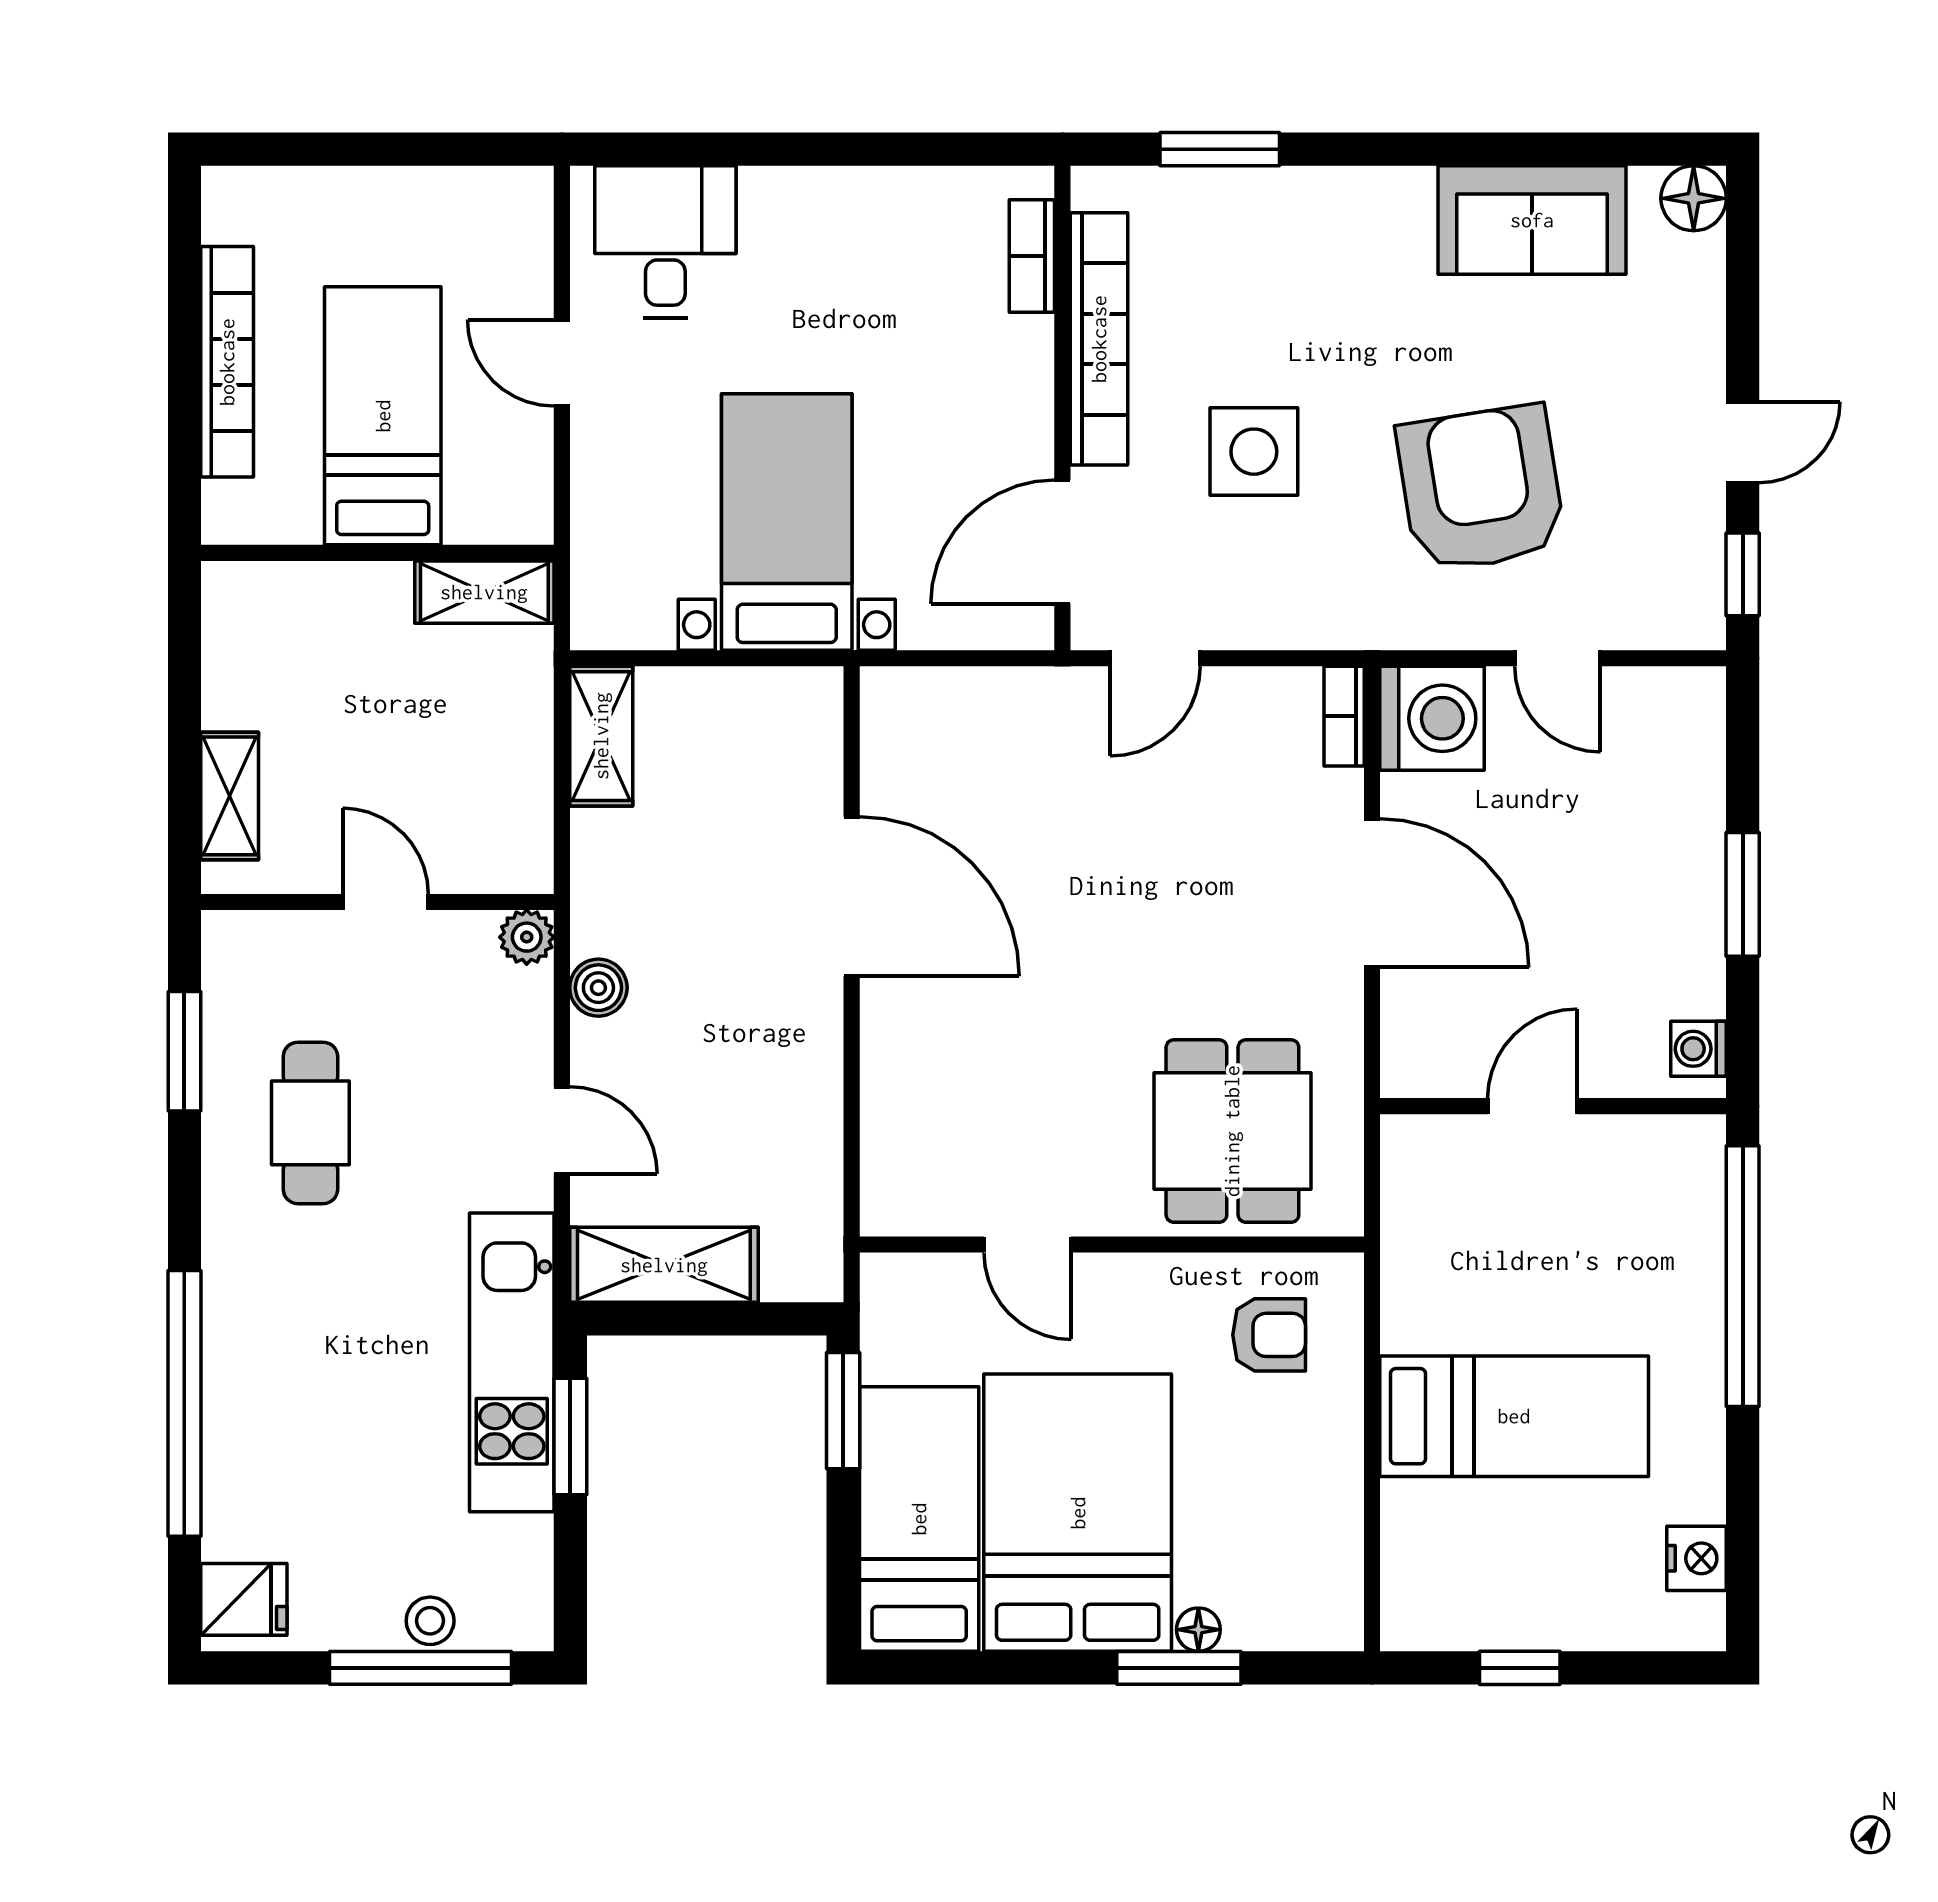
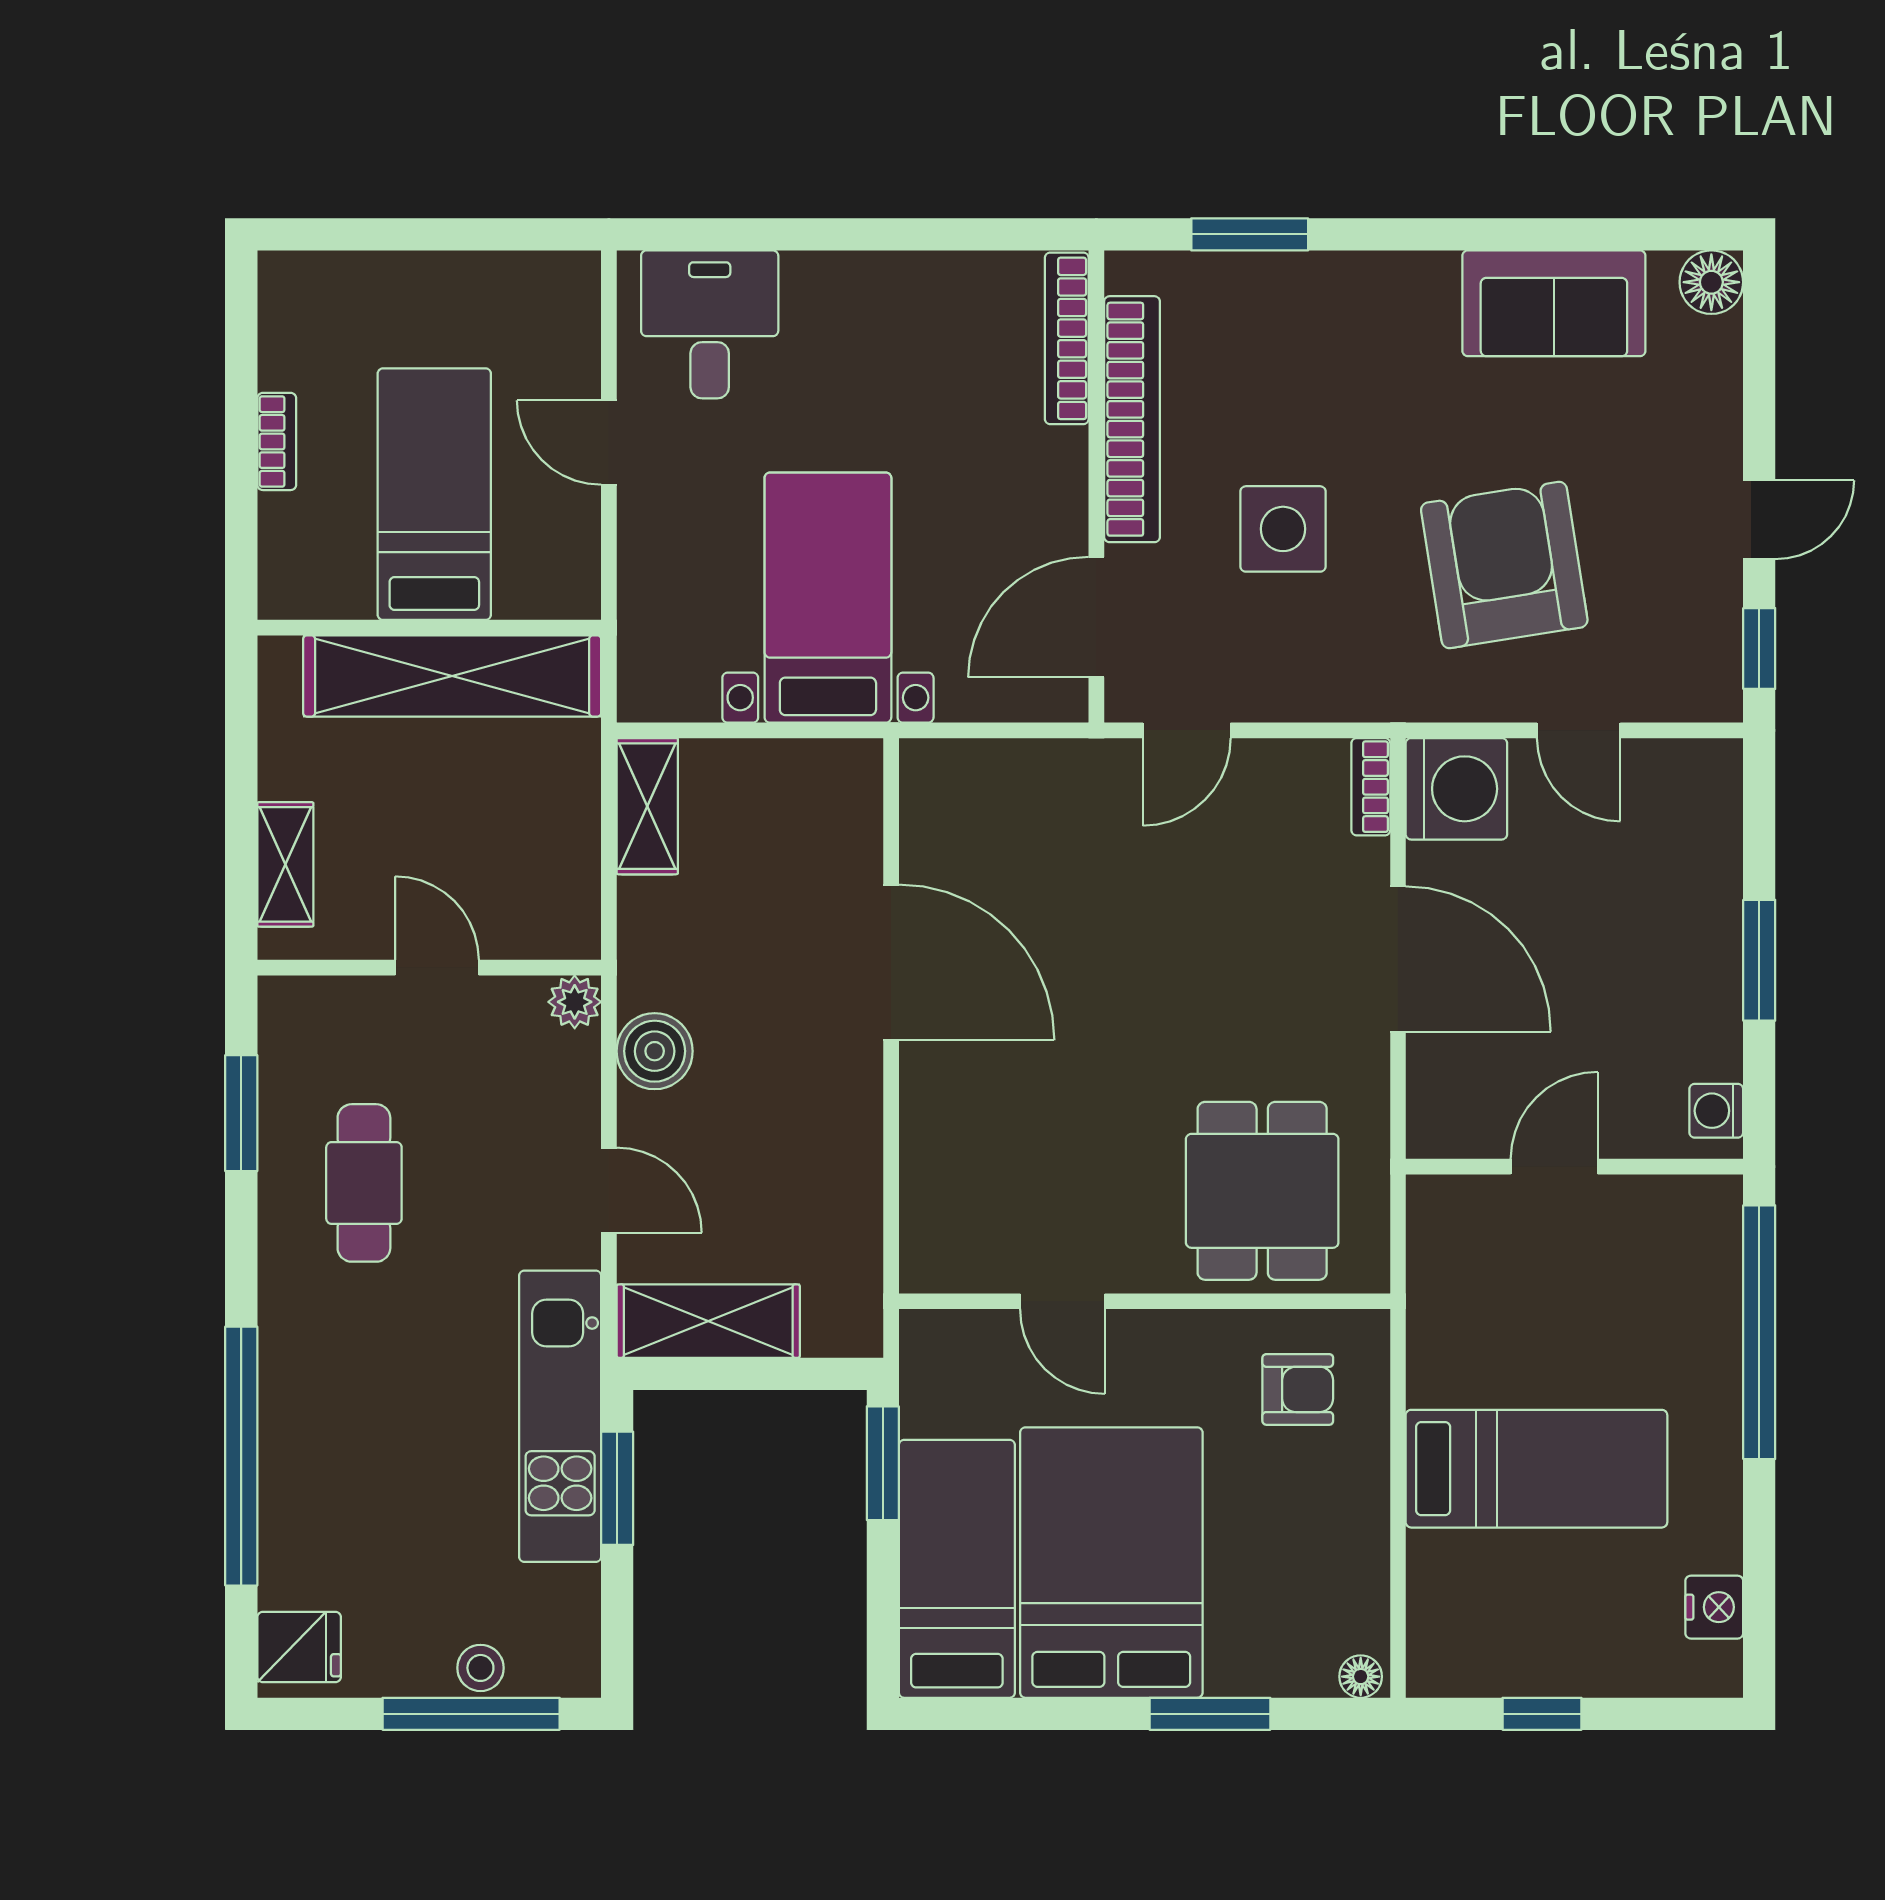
bookcase: (1032, 256) -> (1067, 338), width x1.56
bookcase: (227, 362) -> (277, 441), width x0.43, depth x0.76
shelving: (484, 592) -> (452, 676), width x2.20, depth x1.33
boiler: (598, 988) -> (655, 1051), width x1.36, depth x1.36
floor lamp: (1198, 1630) -> (1361, 1677), moved

